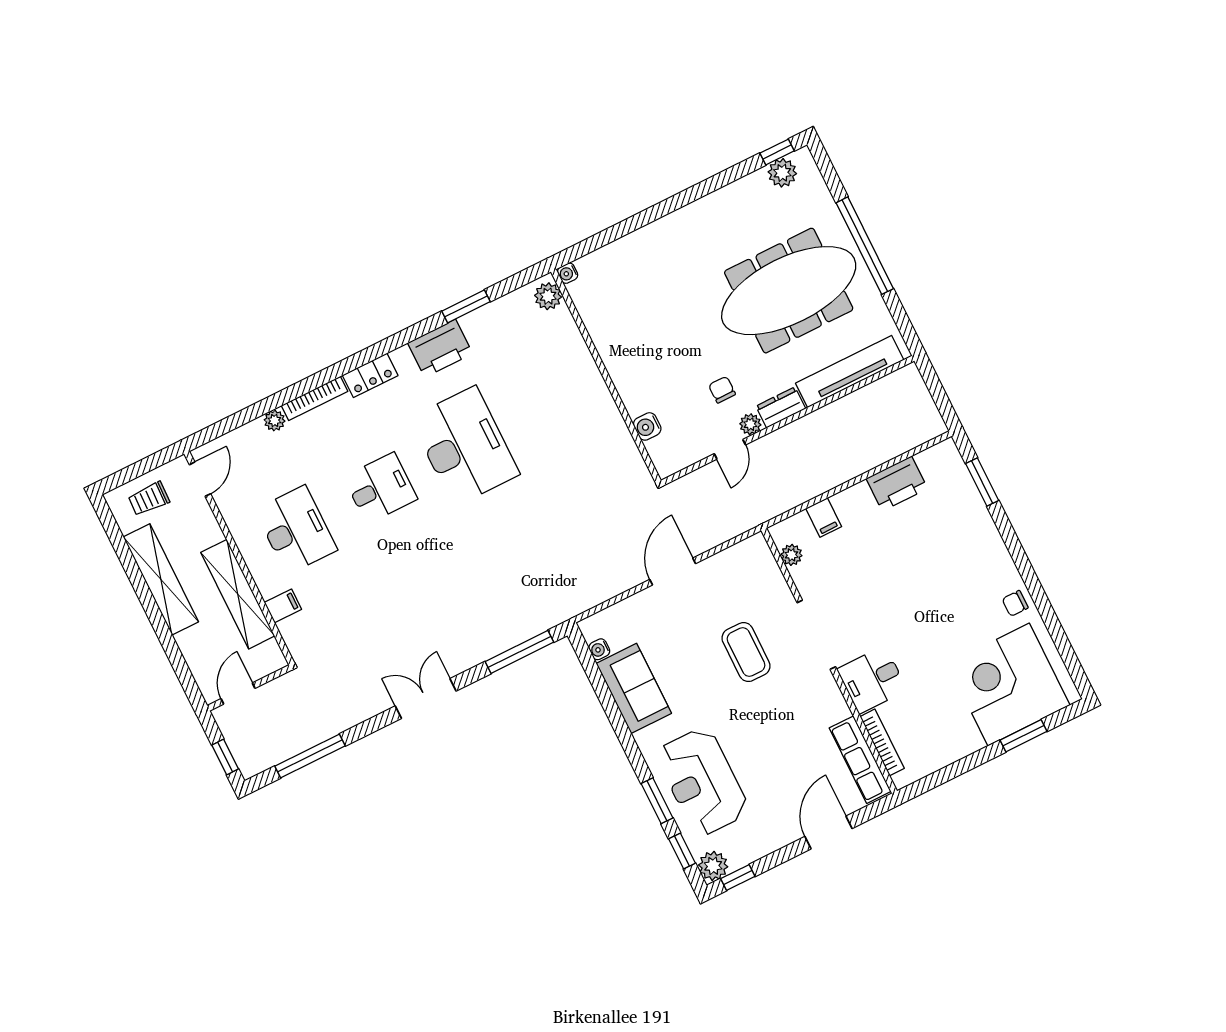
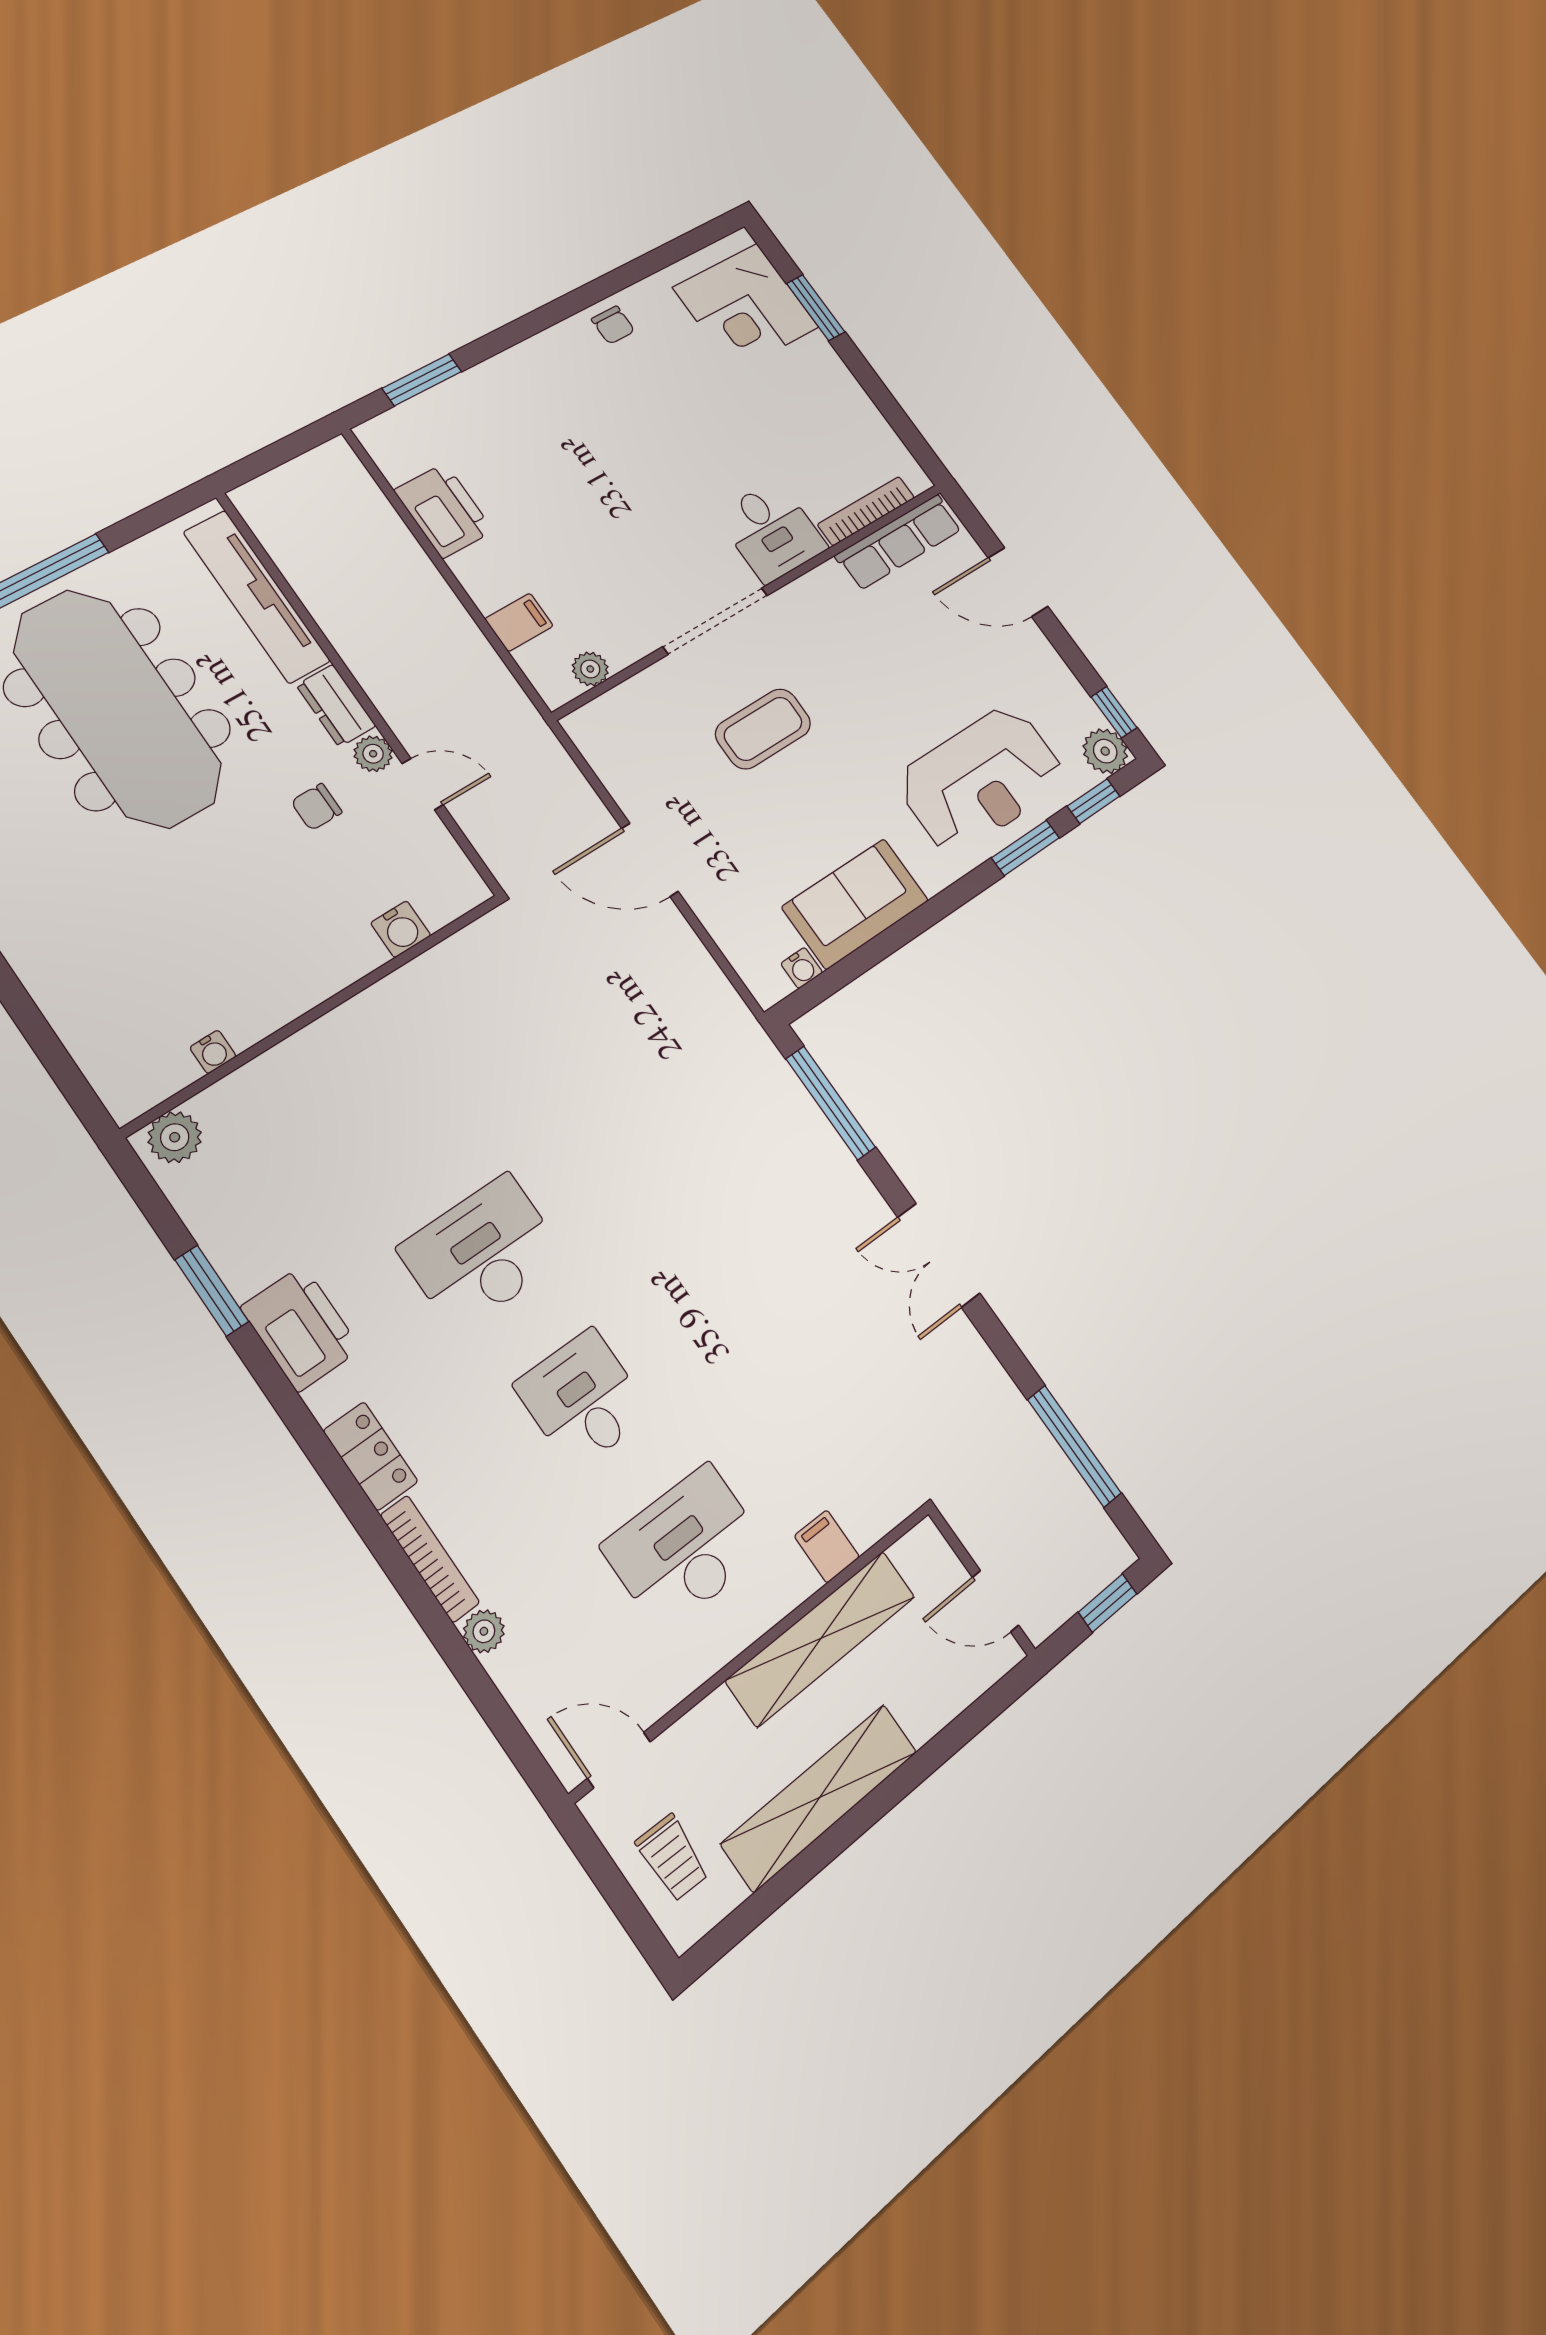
water cooler: (568, 273) -> (213, 1052), moved
desk: (465, 446) -> (482, 1253), width x0.73, depth x0.77
corner desk: (1009, 685) -> (746, 307), width x0.74, depth x0.74

